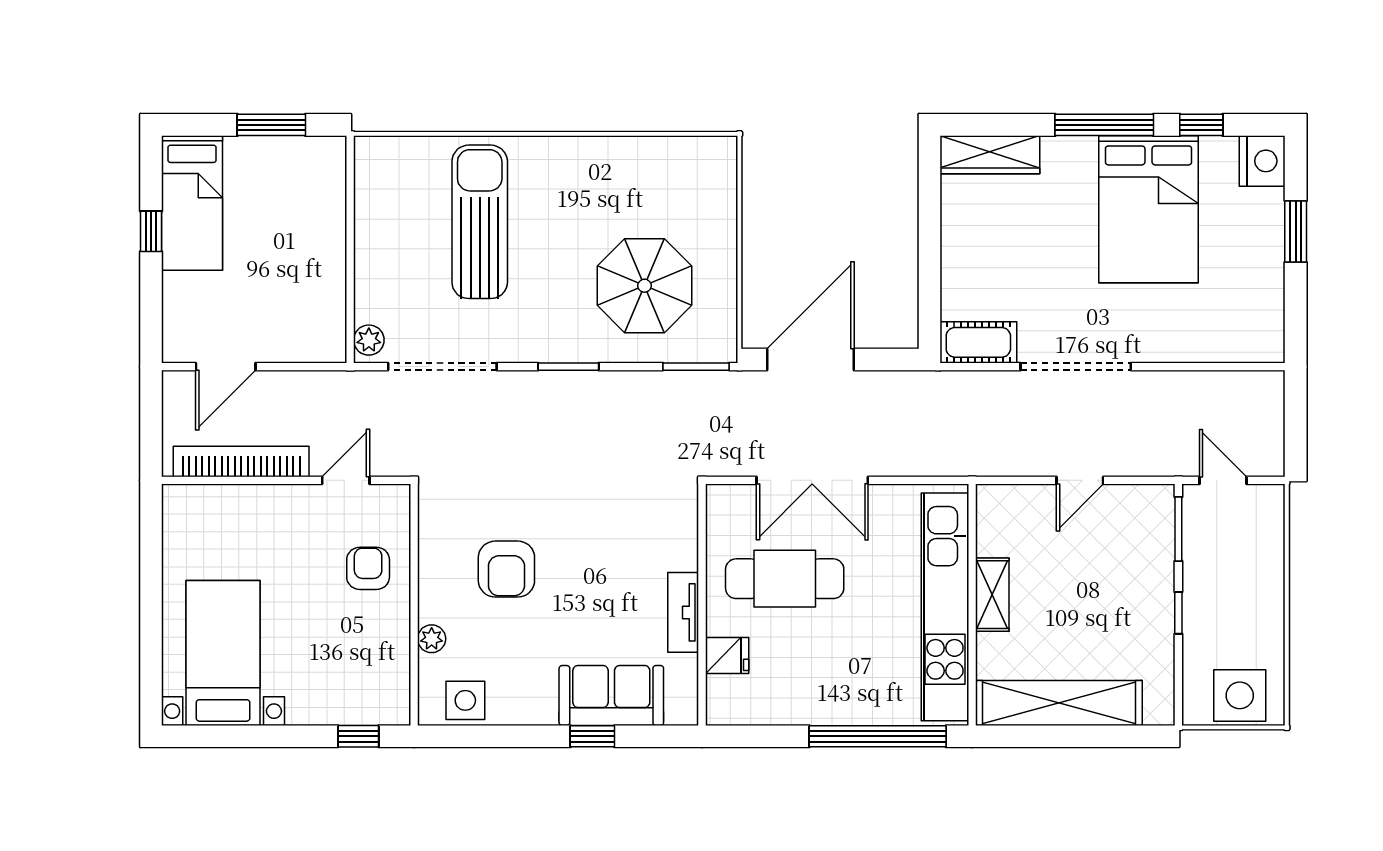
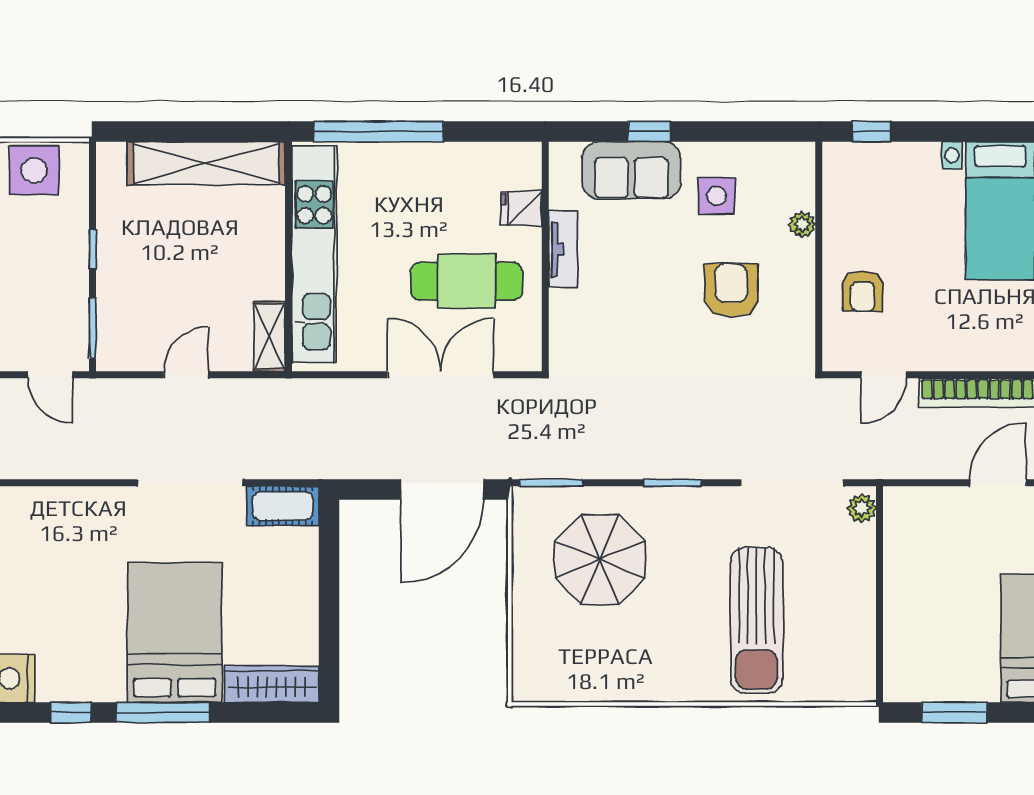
bed: (1149, 209) -> (175, 632), moved
shelving: (992, 595) -> (269, 336), moved
side table: (465, 700) -> (717, 196), moved

